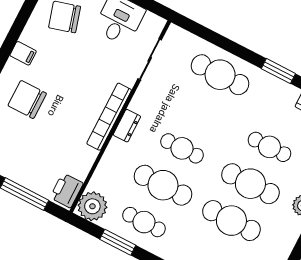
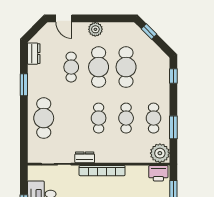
dresser: (127, 126) -> (85, 157), moved
cafe table: (163, 185) -> (126, 118), width x0.73, depth x0.74

